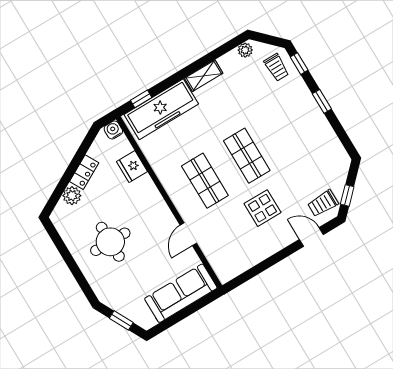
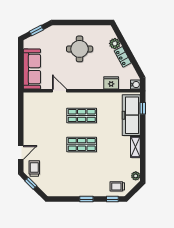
display table: (263, 208) -> (50, 136), removed

